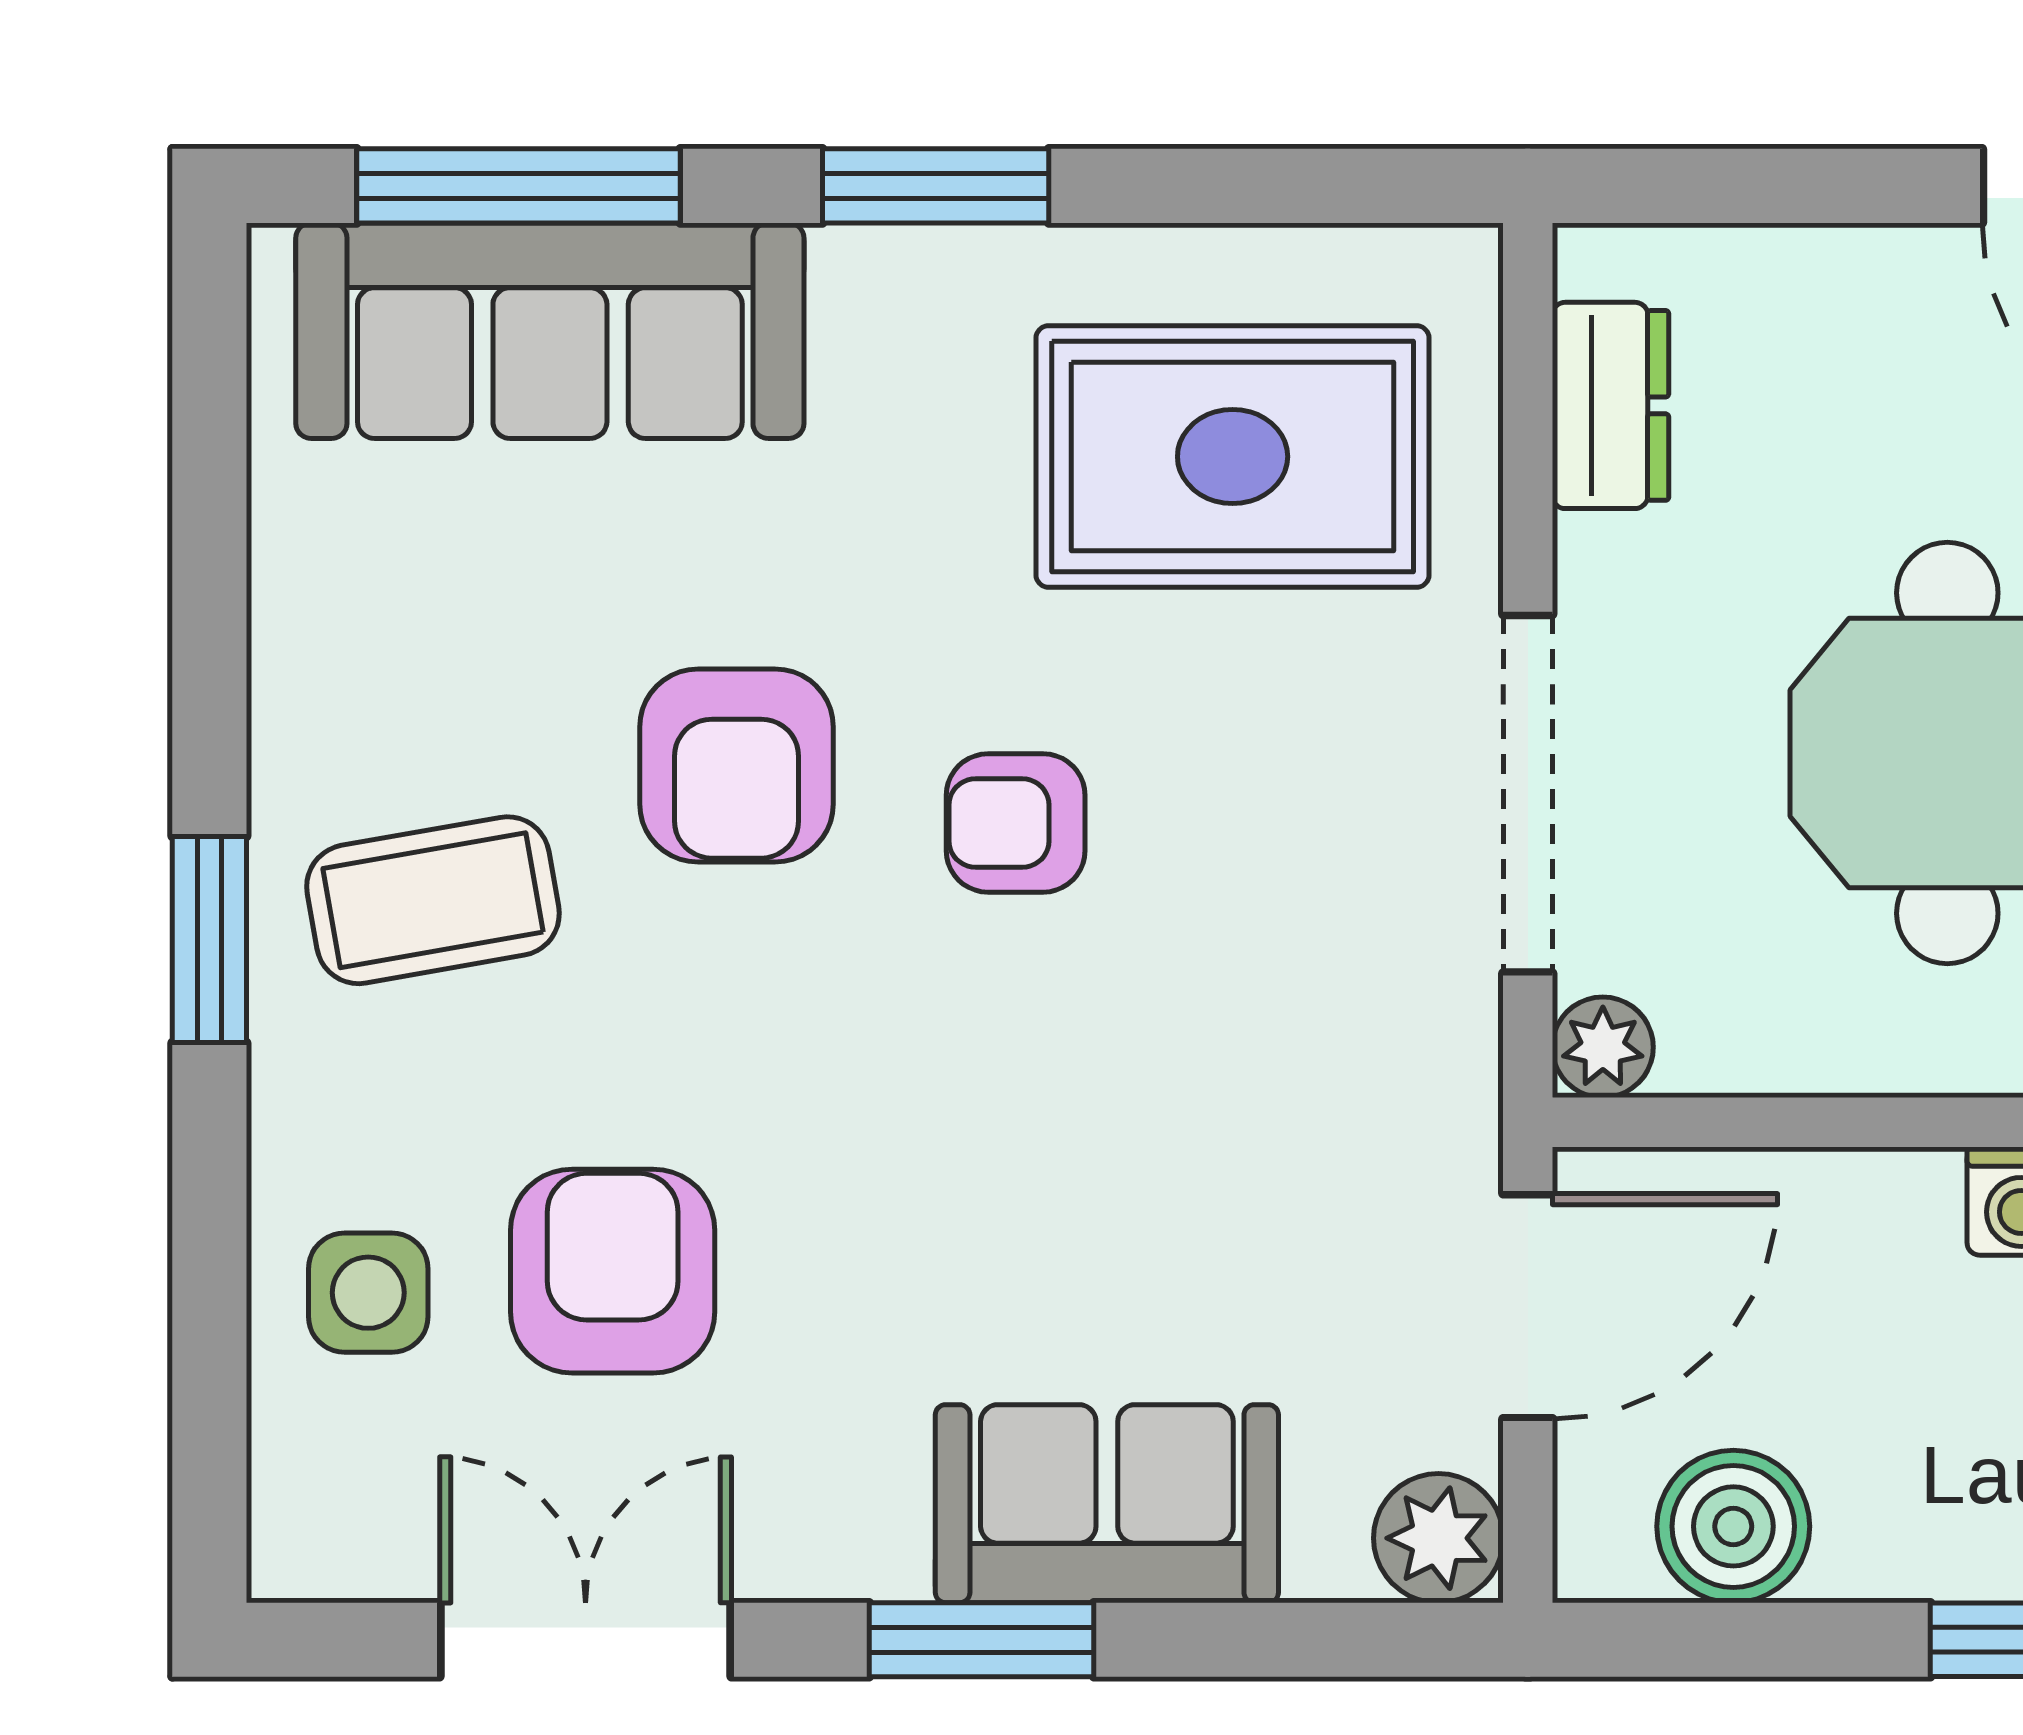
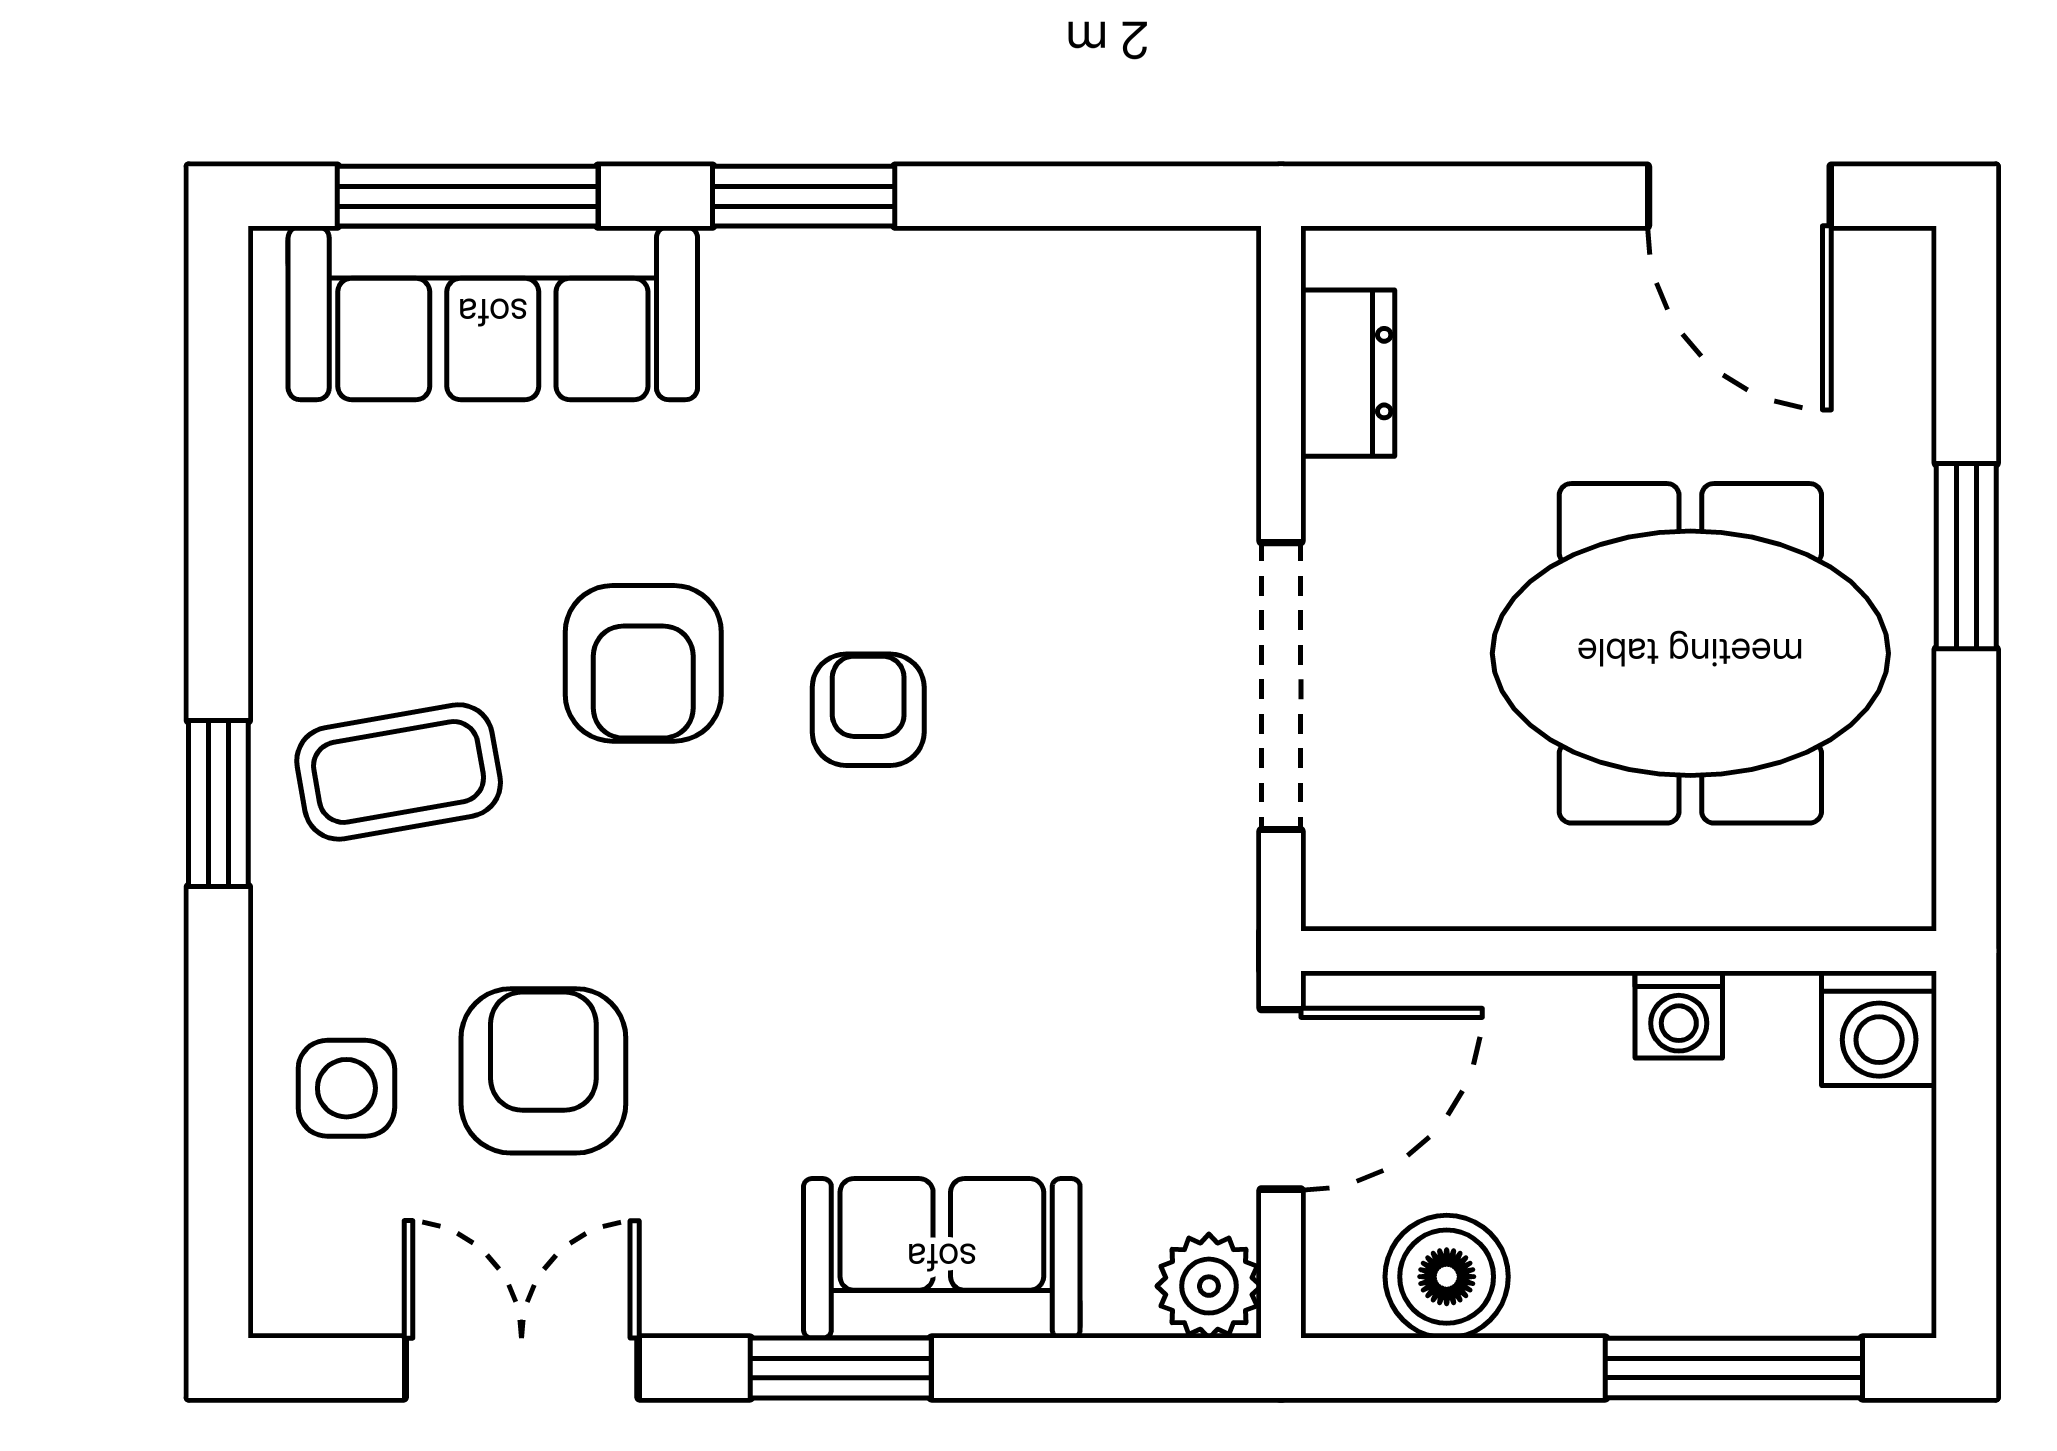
rug: (1233, 457) -> (1043, 414), removed
armchair: (1016, 823) -> (868, 710), turned 90
plant: (1603, 1047) -> (1341, 890), removed

